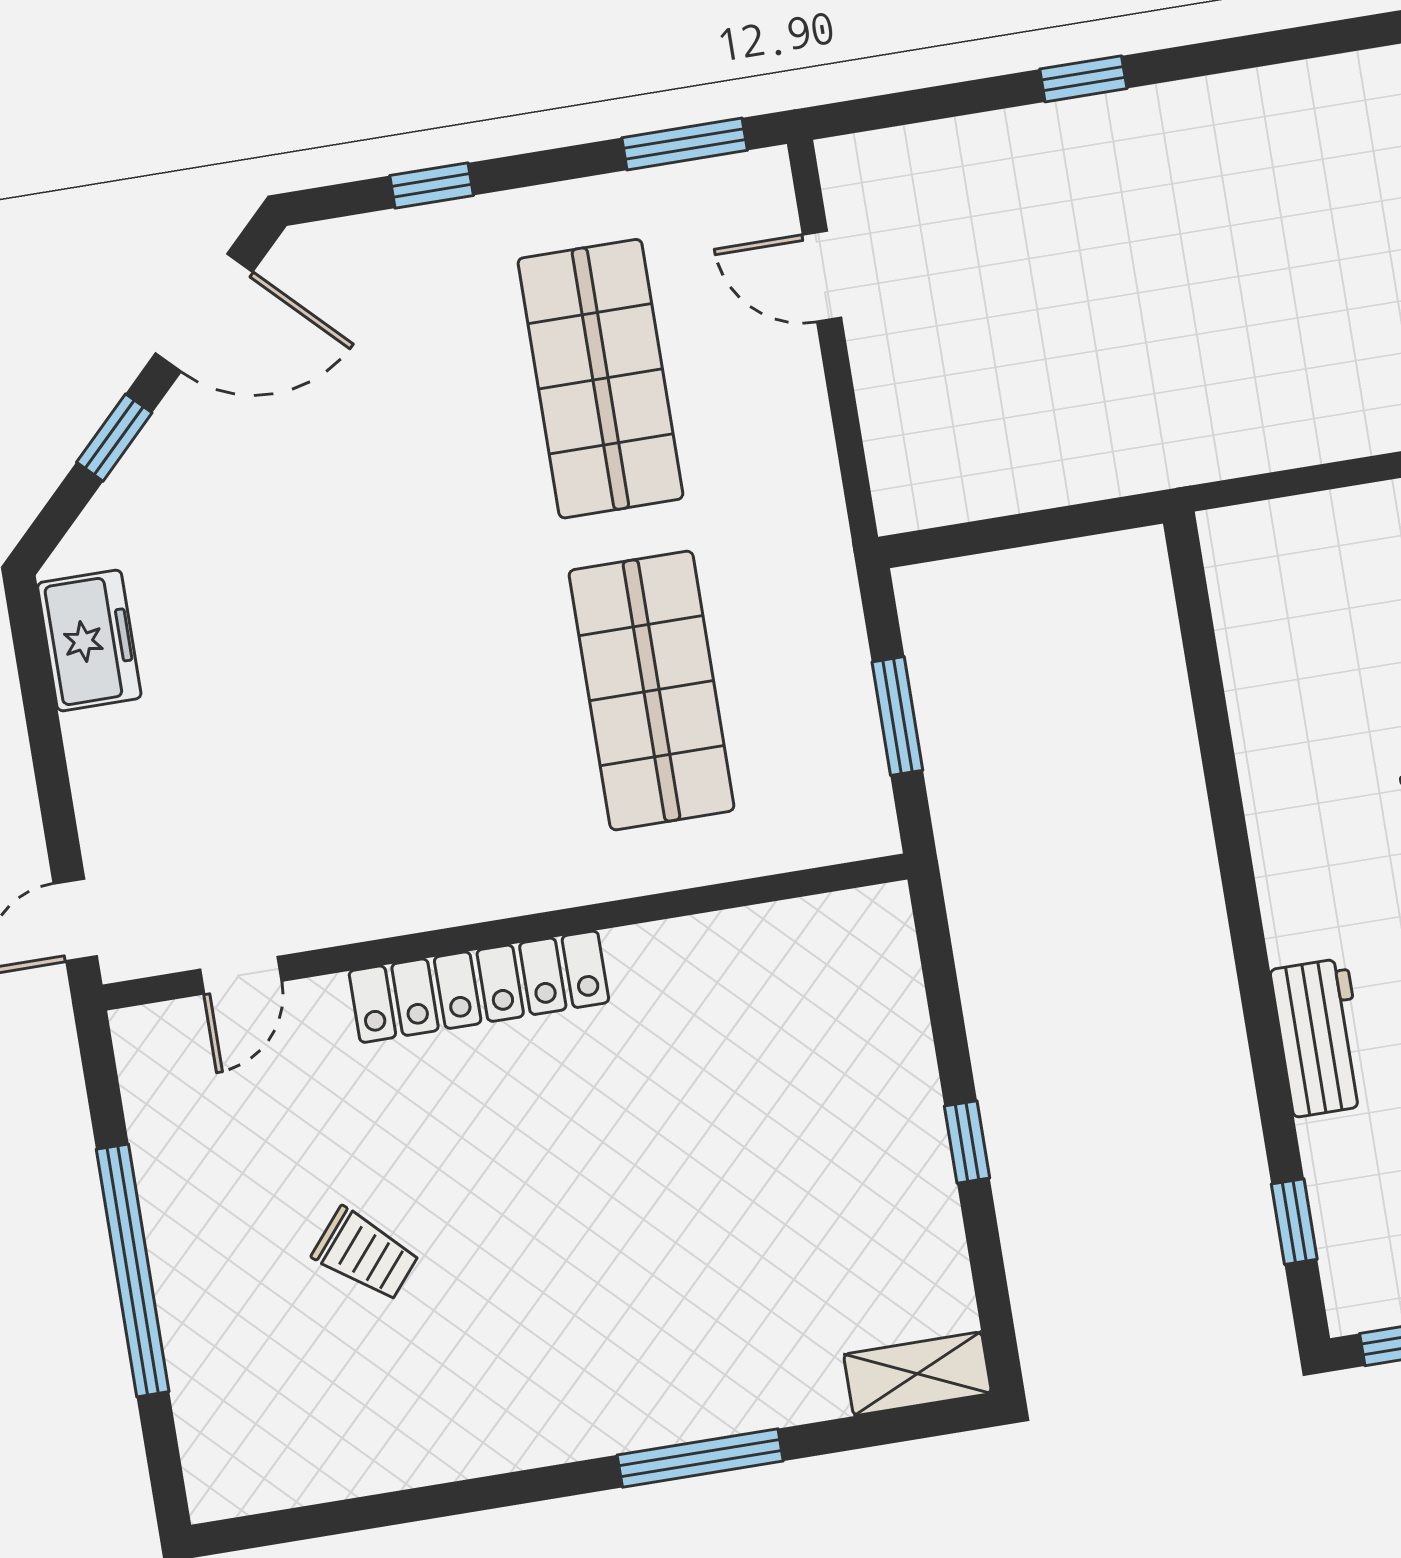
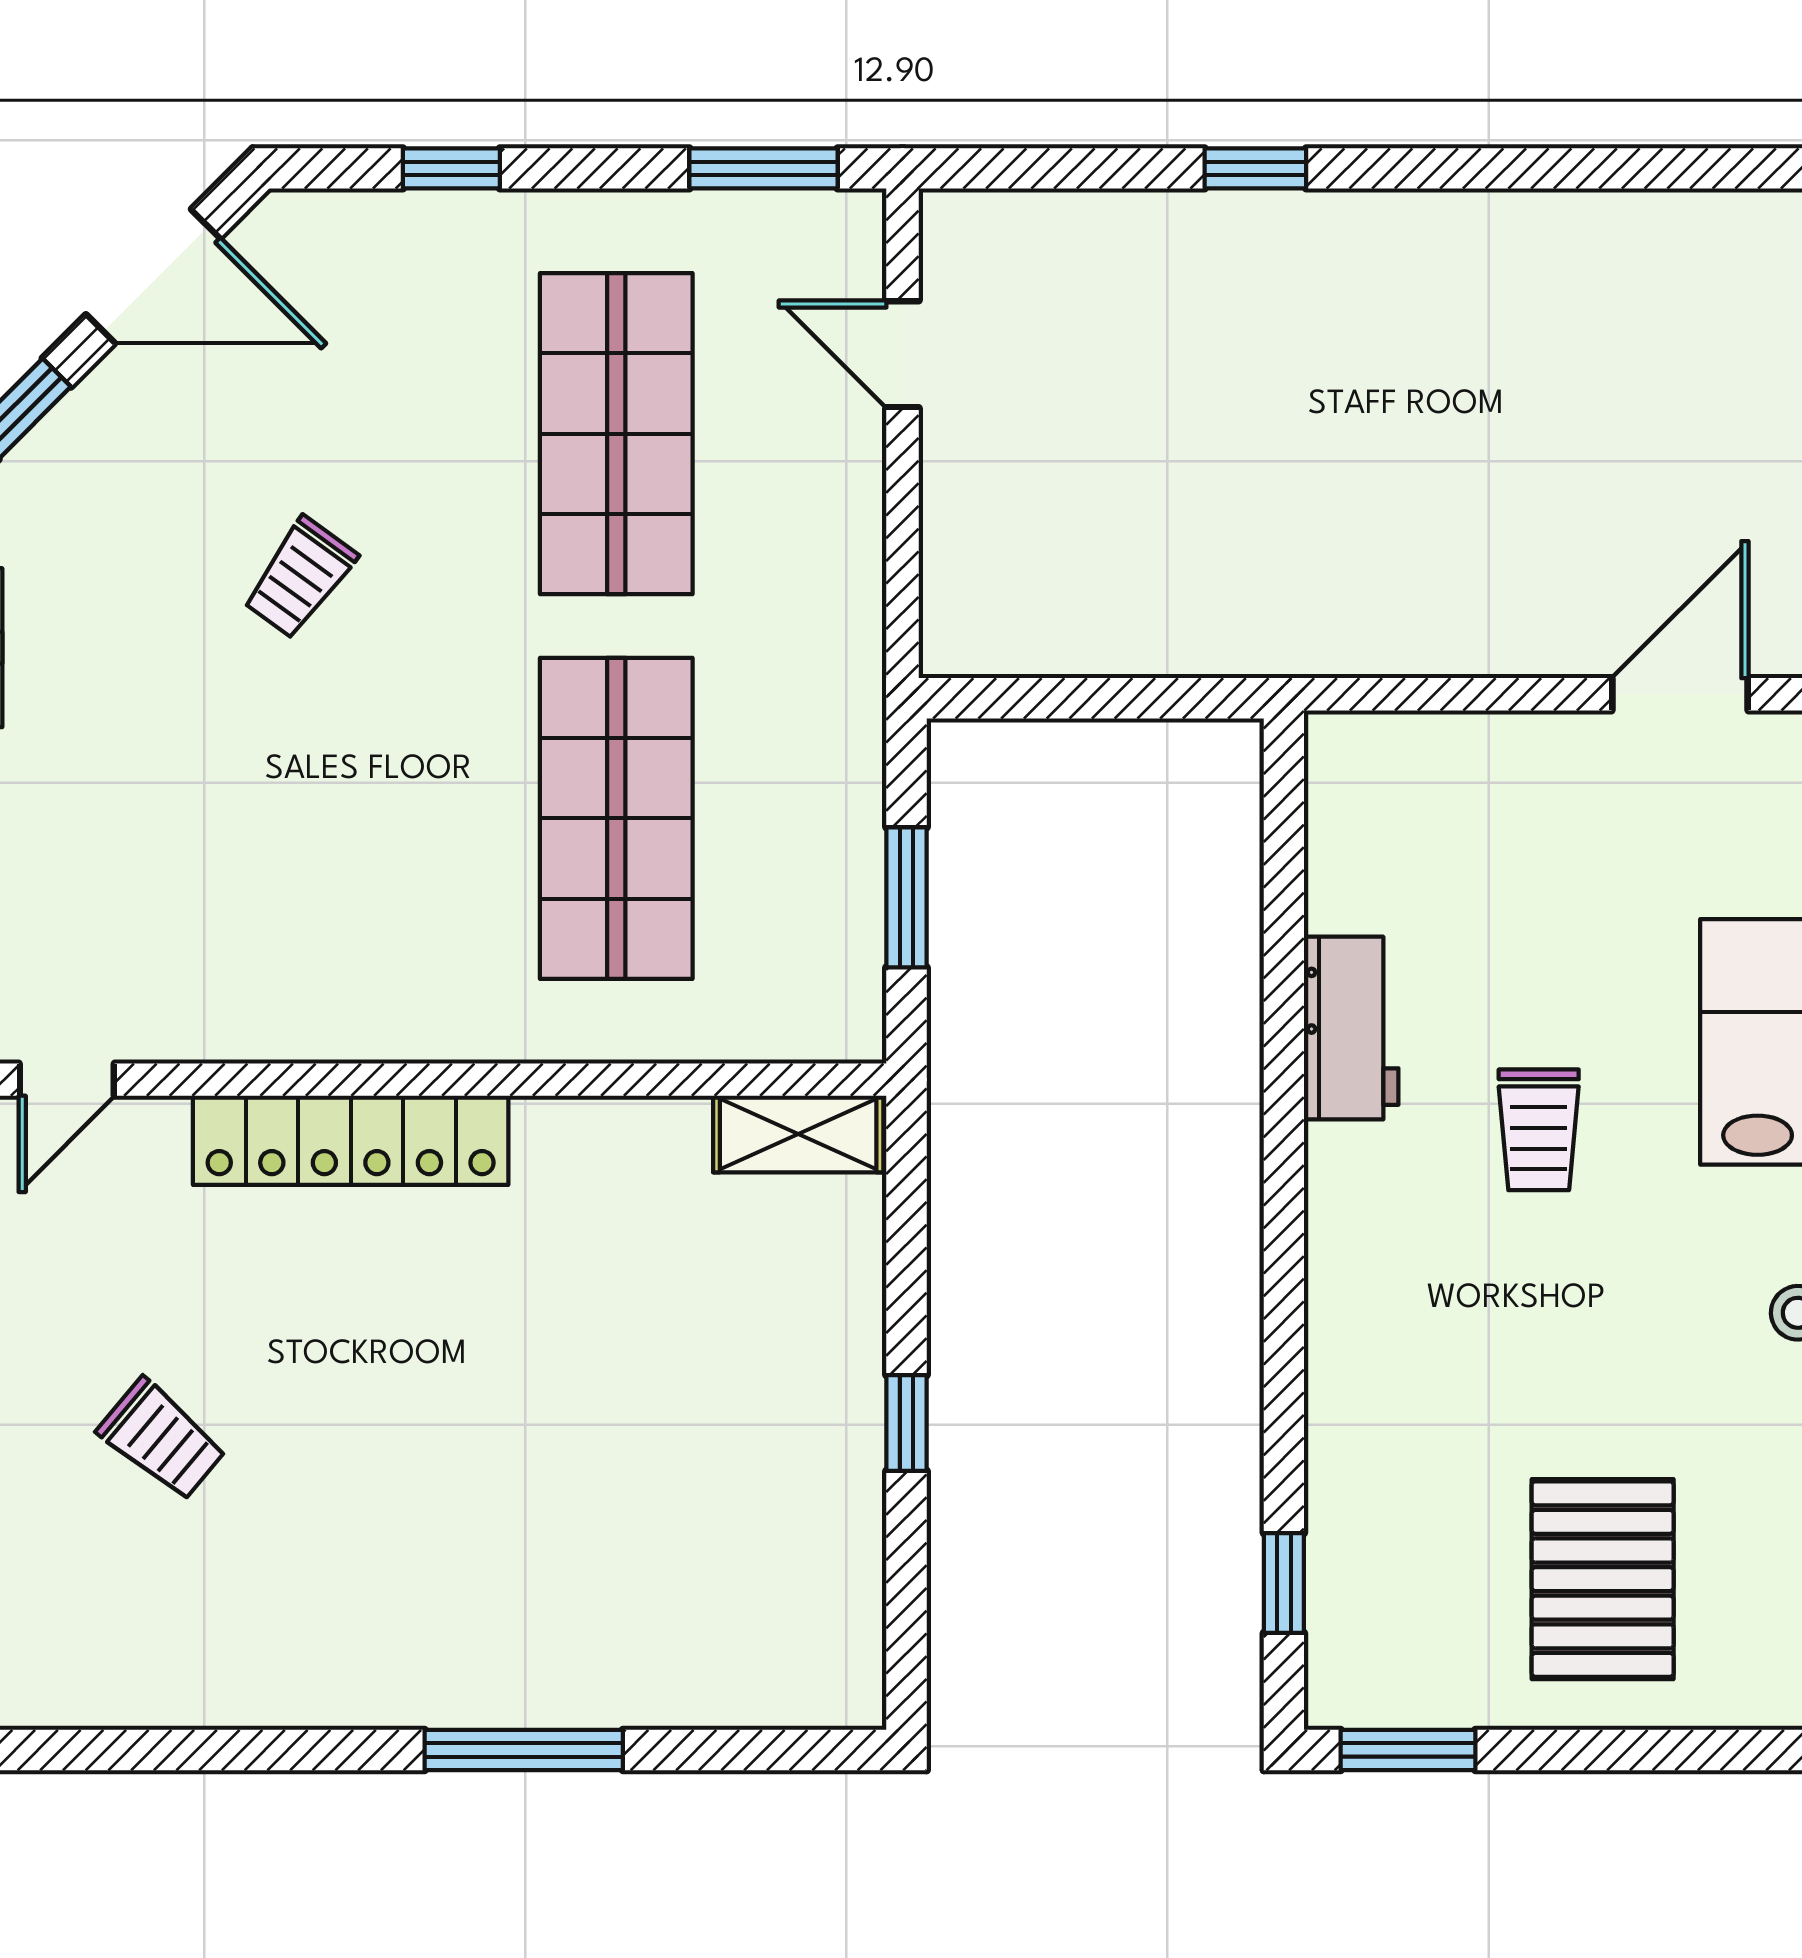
trolley: (363, 537) -> (300, 578), added
workbench: (1320, 1038) -> (1351, 1028), moved
shelving: (917, 1374) -> (798, 1134), moved

